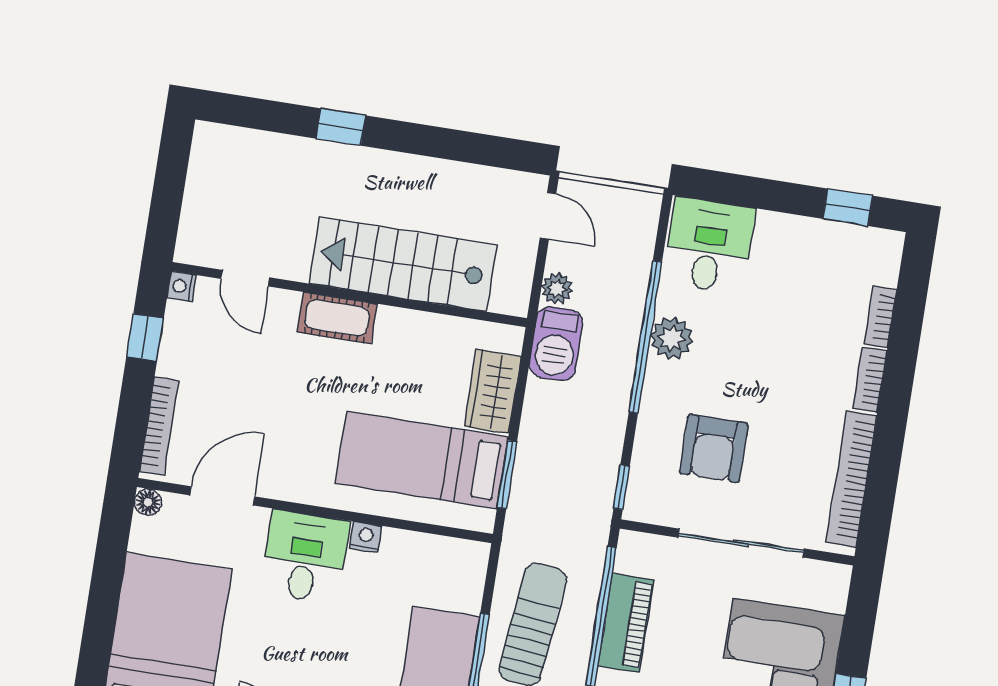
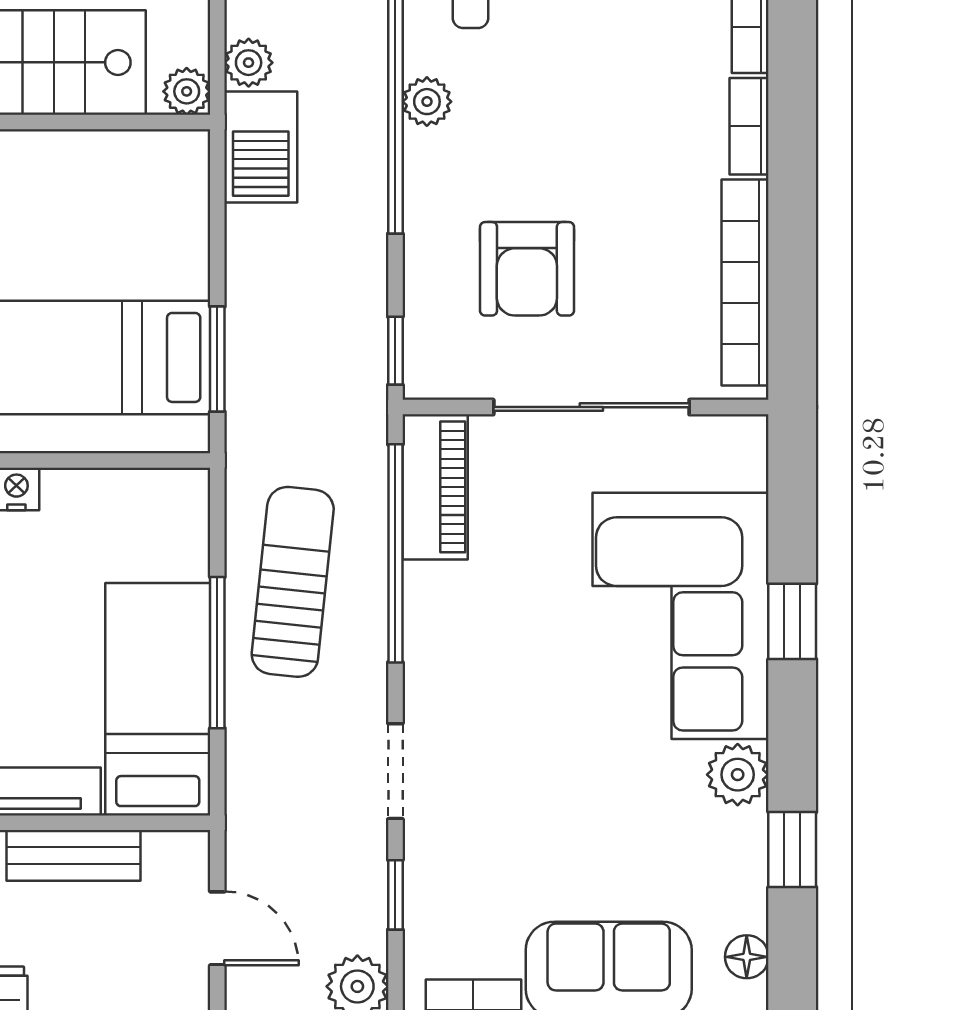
plant: (515, 301) -> (187, 91), added
plant: (672, 338) -> (427, 102), width x0.73, depth x0.73
wardrobe: (493, 391) -> (175, 235), removed
piano: (626, 623) -> (435, 487), moved

